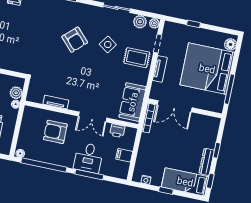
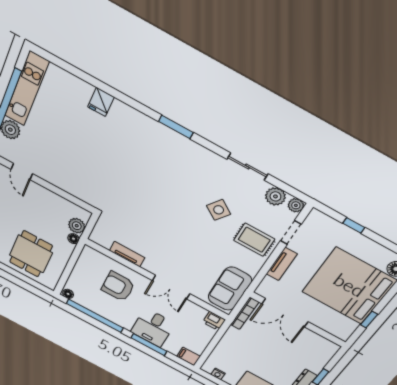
armchair: (75, 40) -> (173, 188), removed
window: (230, 89) -> (369, 320), width x0.46
printer: (117, 131) -> (214, 321), moved
filing cabinet: (124, 155) -> (188, 356), moved

